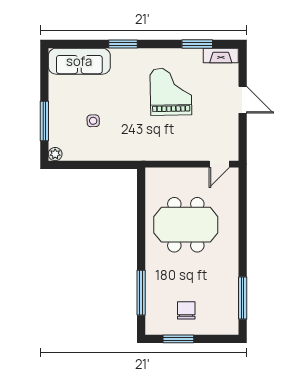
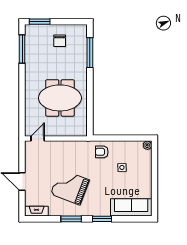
window: (197, 44) -> (71, 219), moved
grand piano: (171, 92) -> (70, 187), turned 112
window: (44, 121) -> (155, 167), removed
armchair: (123, 144) -> (102, 152), added
window: (178, 339) -> (40, 22), moved

